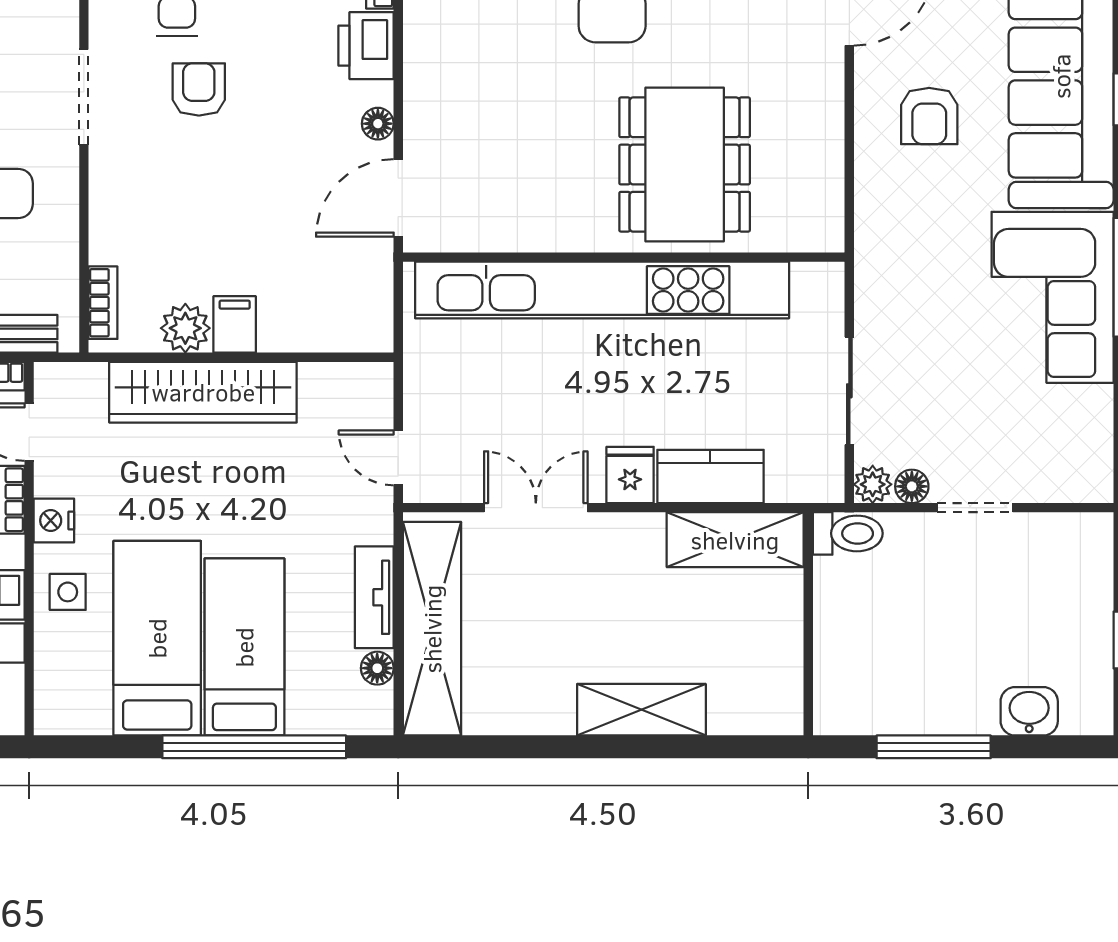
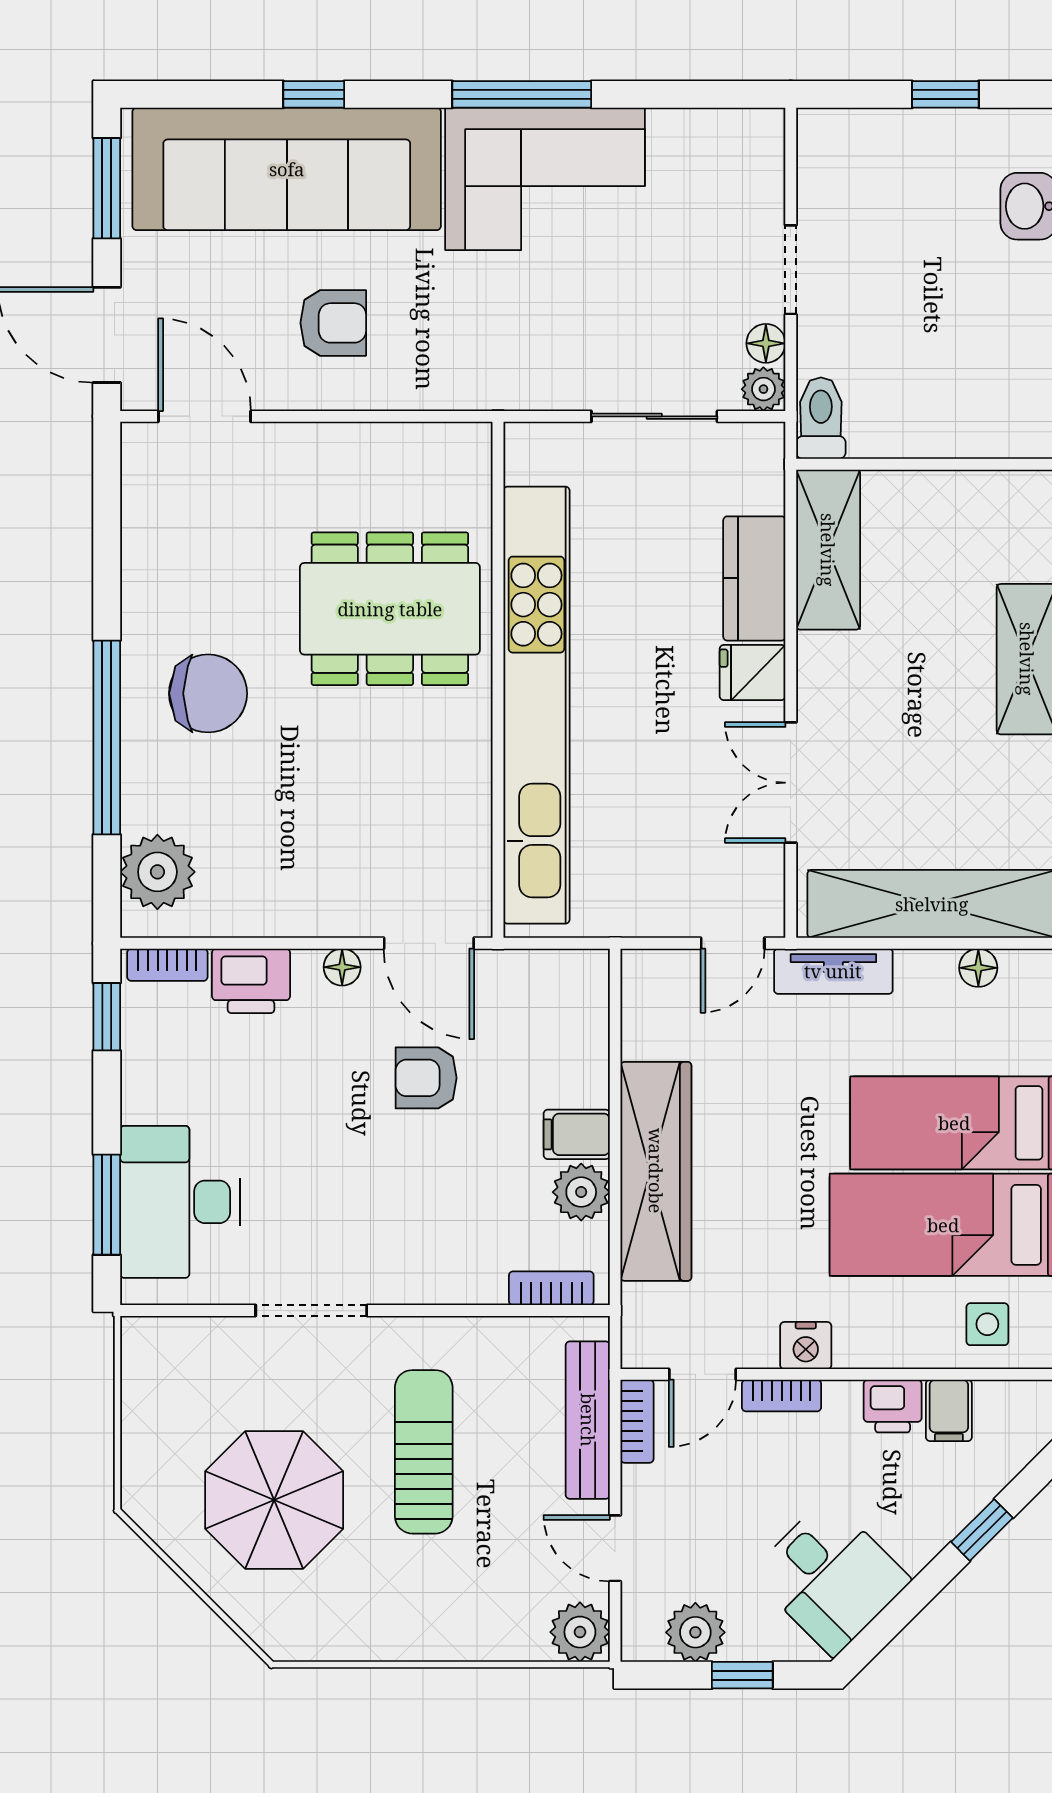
armchair: (199, 89) -> (426, 1078), moved
side table: (68, 592) -> (987, 1324), moved
tv unit: (374, 597) -> (833, 971), moved

